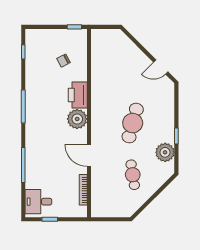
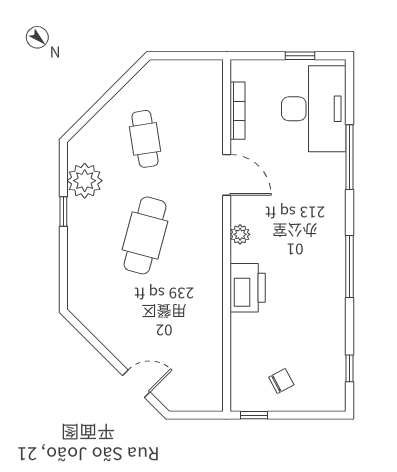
chair: (63, 61) -> (281, 381), moved
door: (161, 67) -> (136, 384), moved
plant: (77, 119) -> (240, 234), width x0.53, depth x0.53
desk: (38, 202) -> (314, 109), width x1.87, depth x1.30

